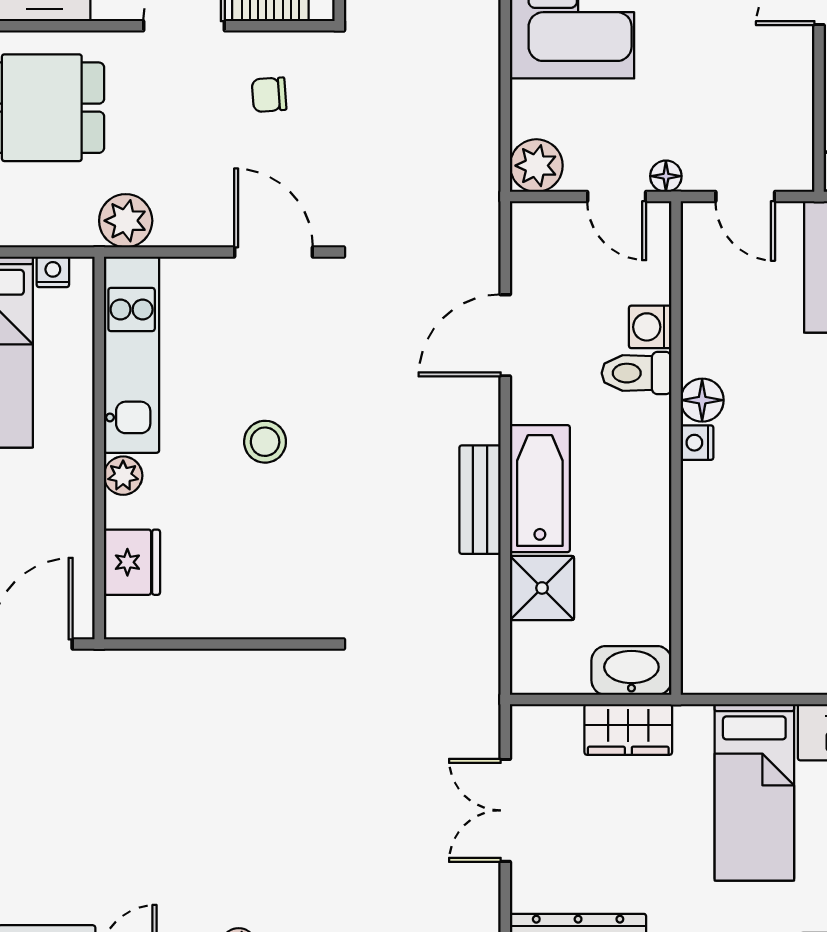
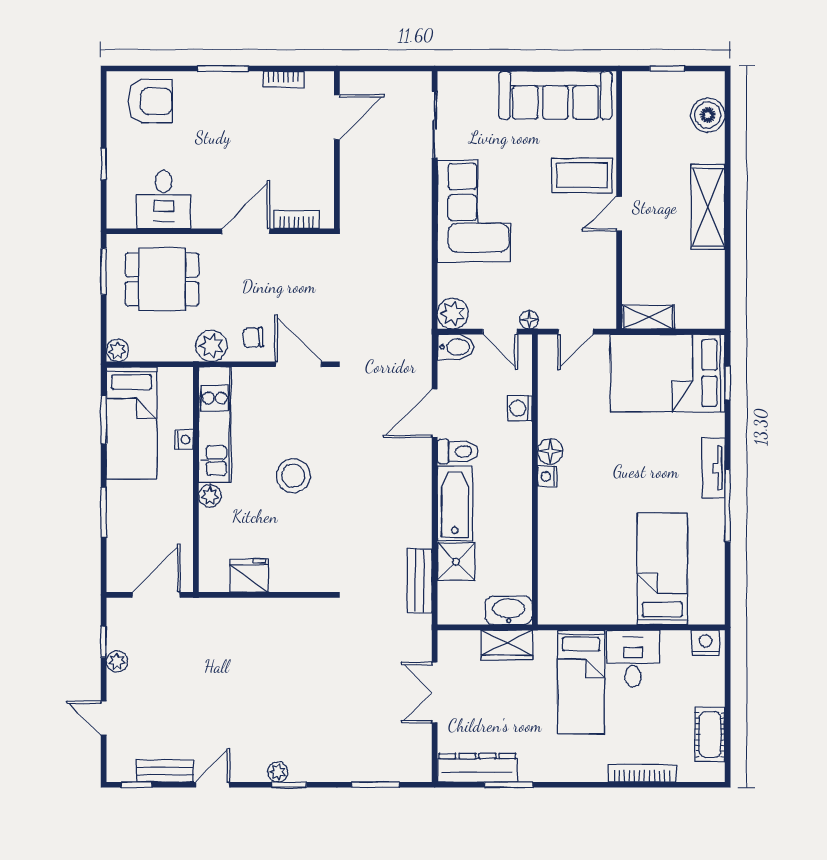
chair: (269, 95) -> (253, 338), moved
door: (745, 197) -> (576, 332), hinge flipped
bidet: (541, 223) -> (455, 347), added
nightstand: (53, 272) -> (184, 440), moved, turned 90
toilet: (637, 373) -> (458, 451), moved, turned 180
stool: (265, 442) -> (293, 476), width x1.38, depth x1.38
bench: (480, 500) -> (420, 581), moved
fridge: (132, 562) -> (249, 576), moved, turned -90

